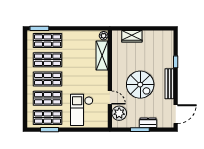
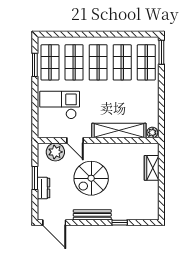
shelving: (102, 55) -> (119, 131), width x1.47
door: (110, 98) -> (75, 140), hinge flipped

